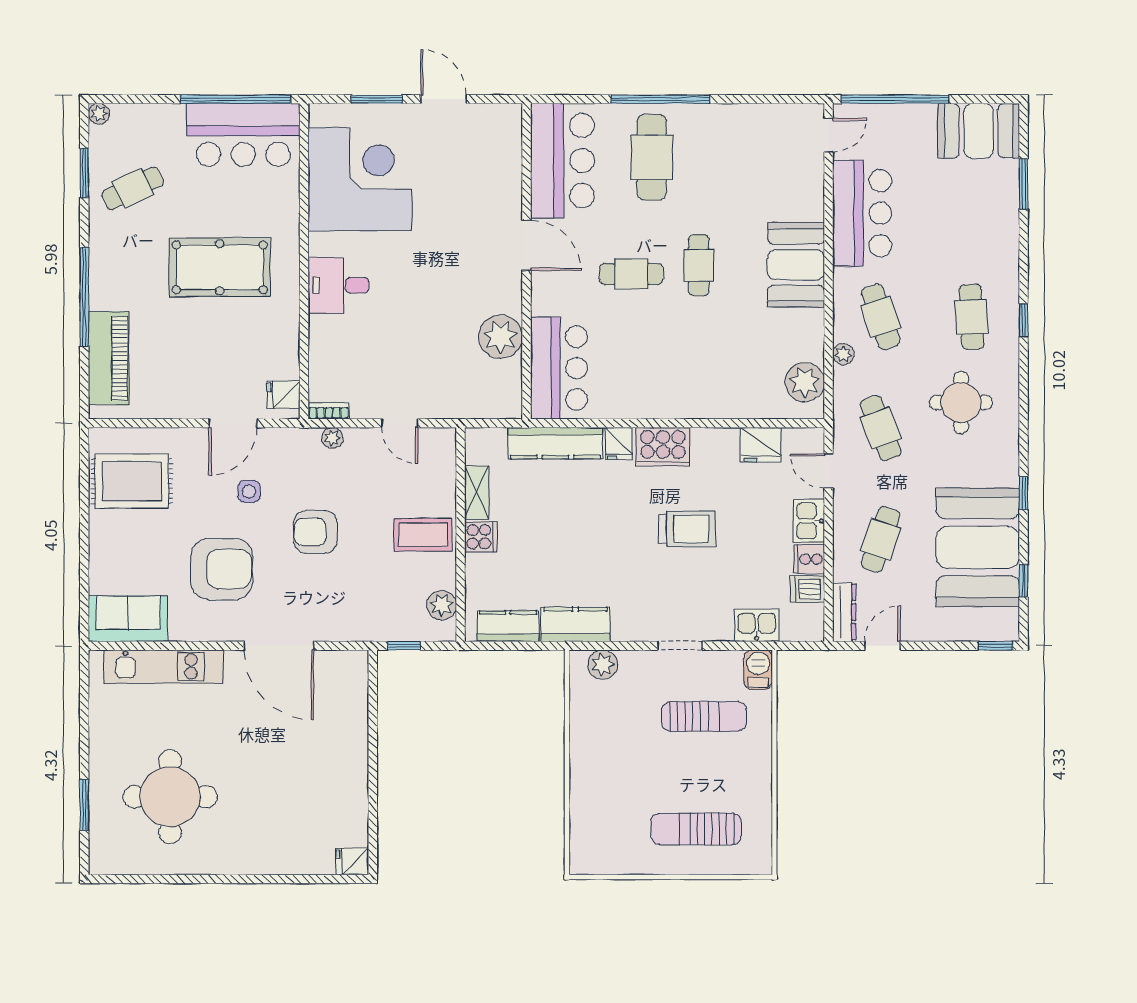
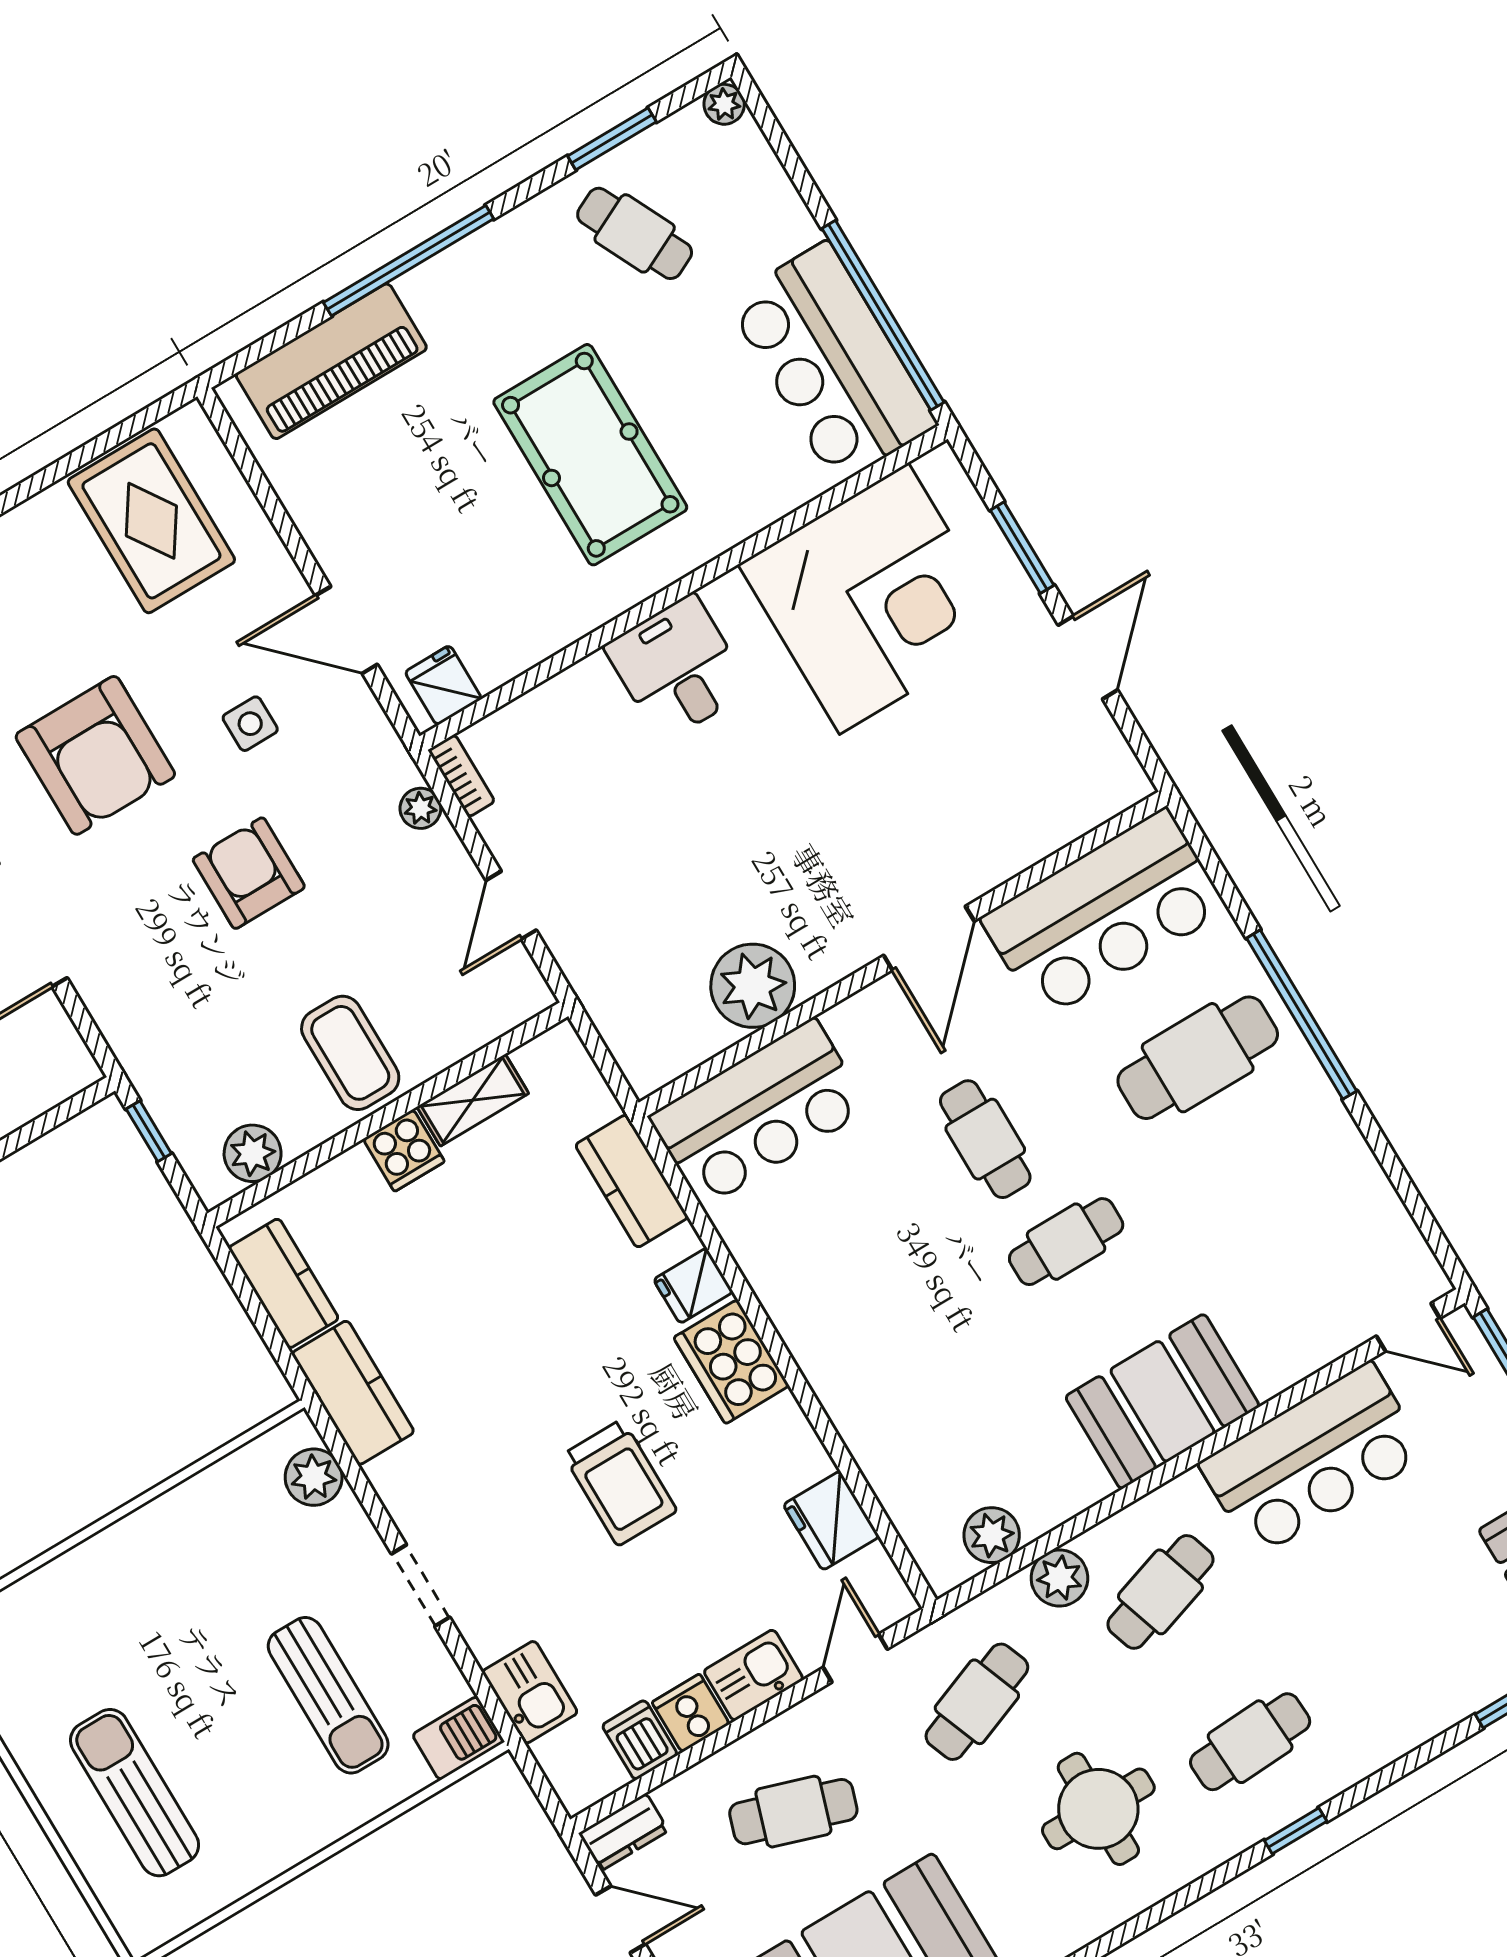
plant: (843, 354) -> (1059, 1578), width x1.38, depth x1.38
plant: (805, 382) -> (992, 1535), width x0.73, depth x0.73
kitchen counter: (555, 443) -> (632, 1181), width x0.67
dresser: (844, 612) -> (623, 1832), width x0.70

